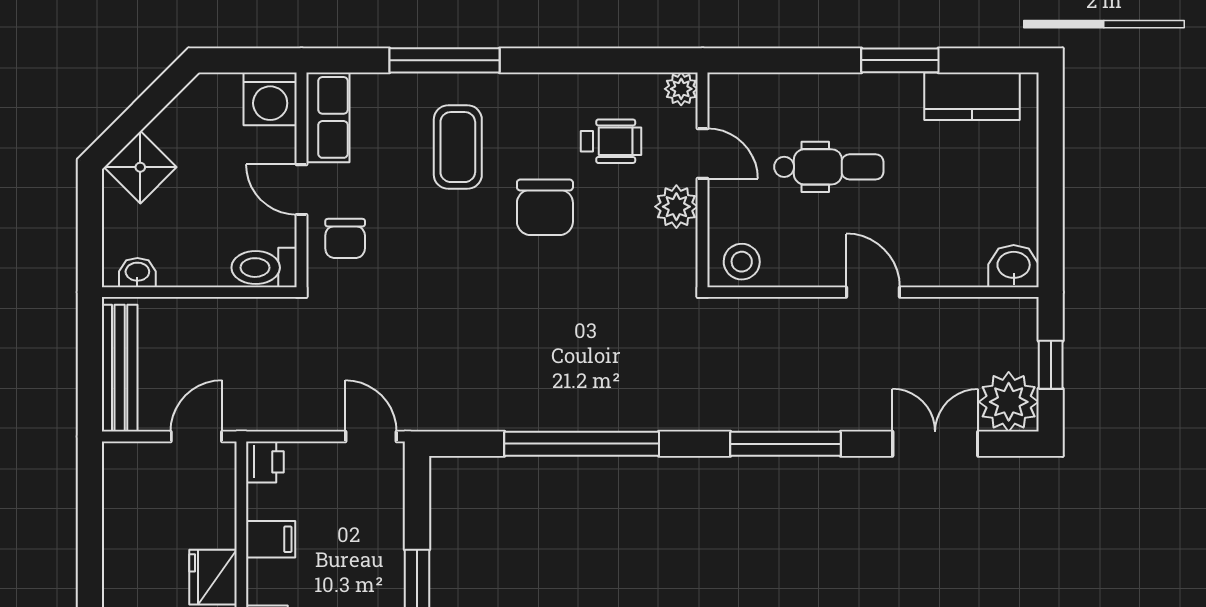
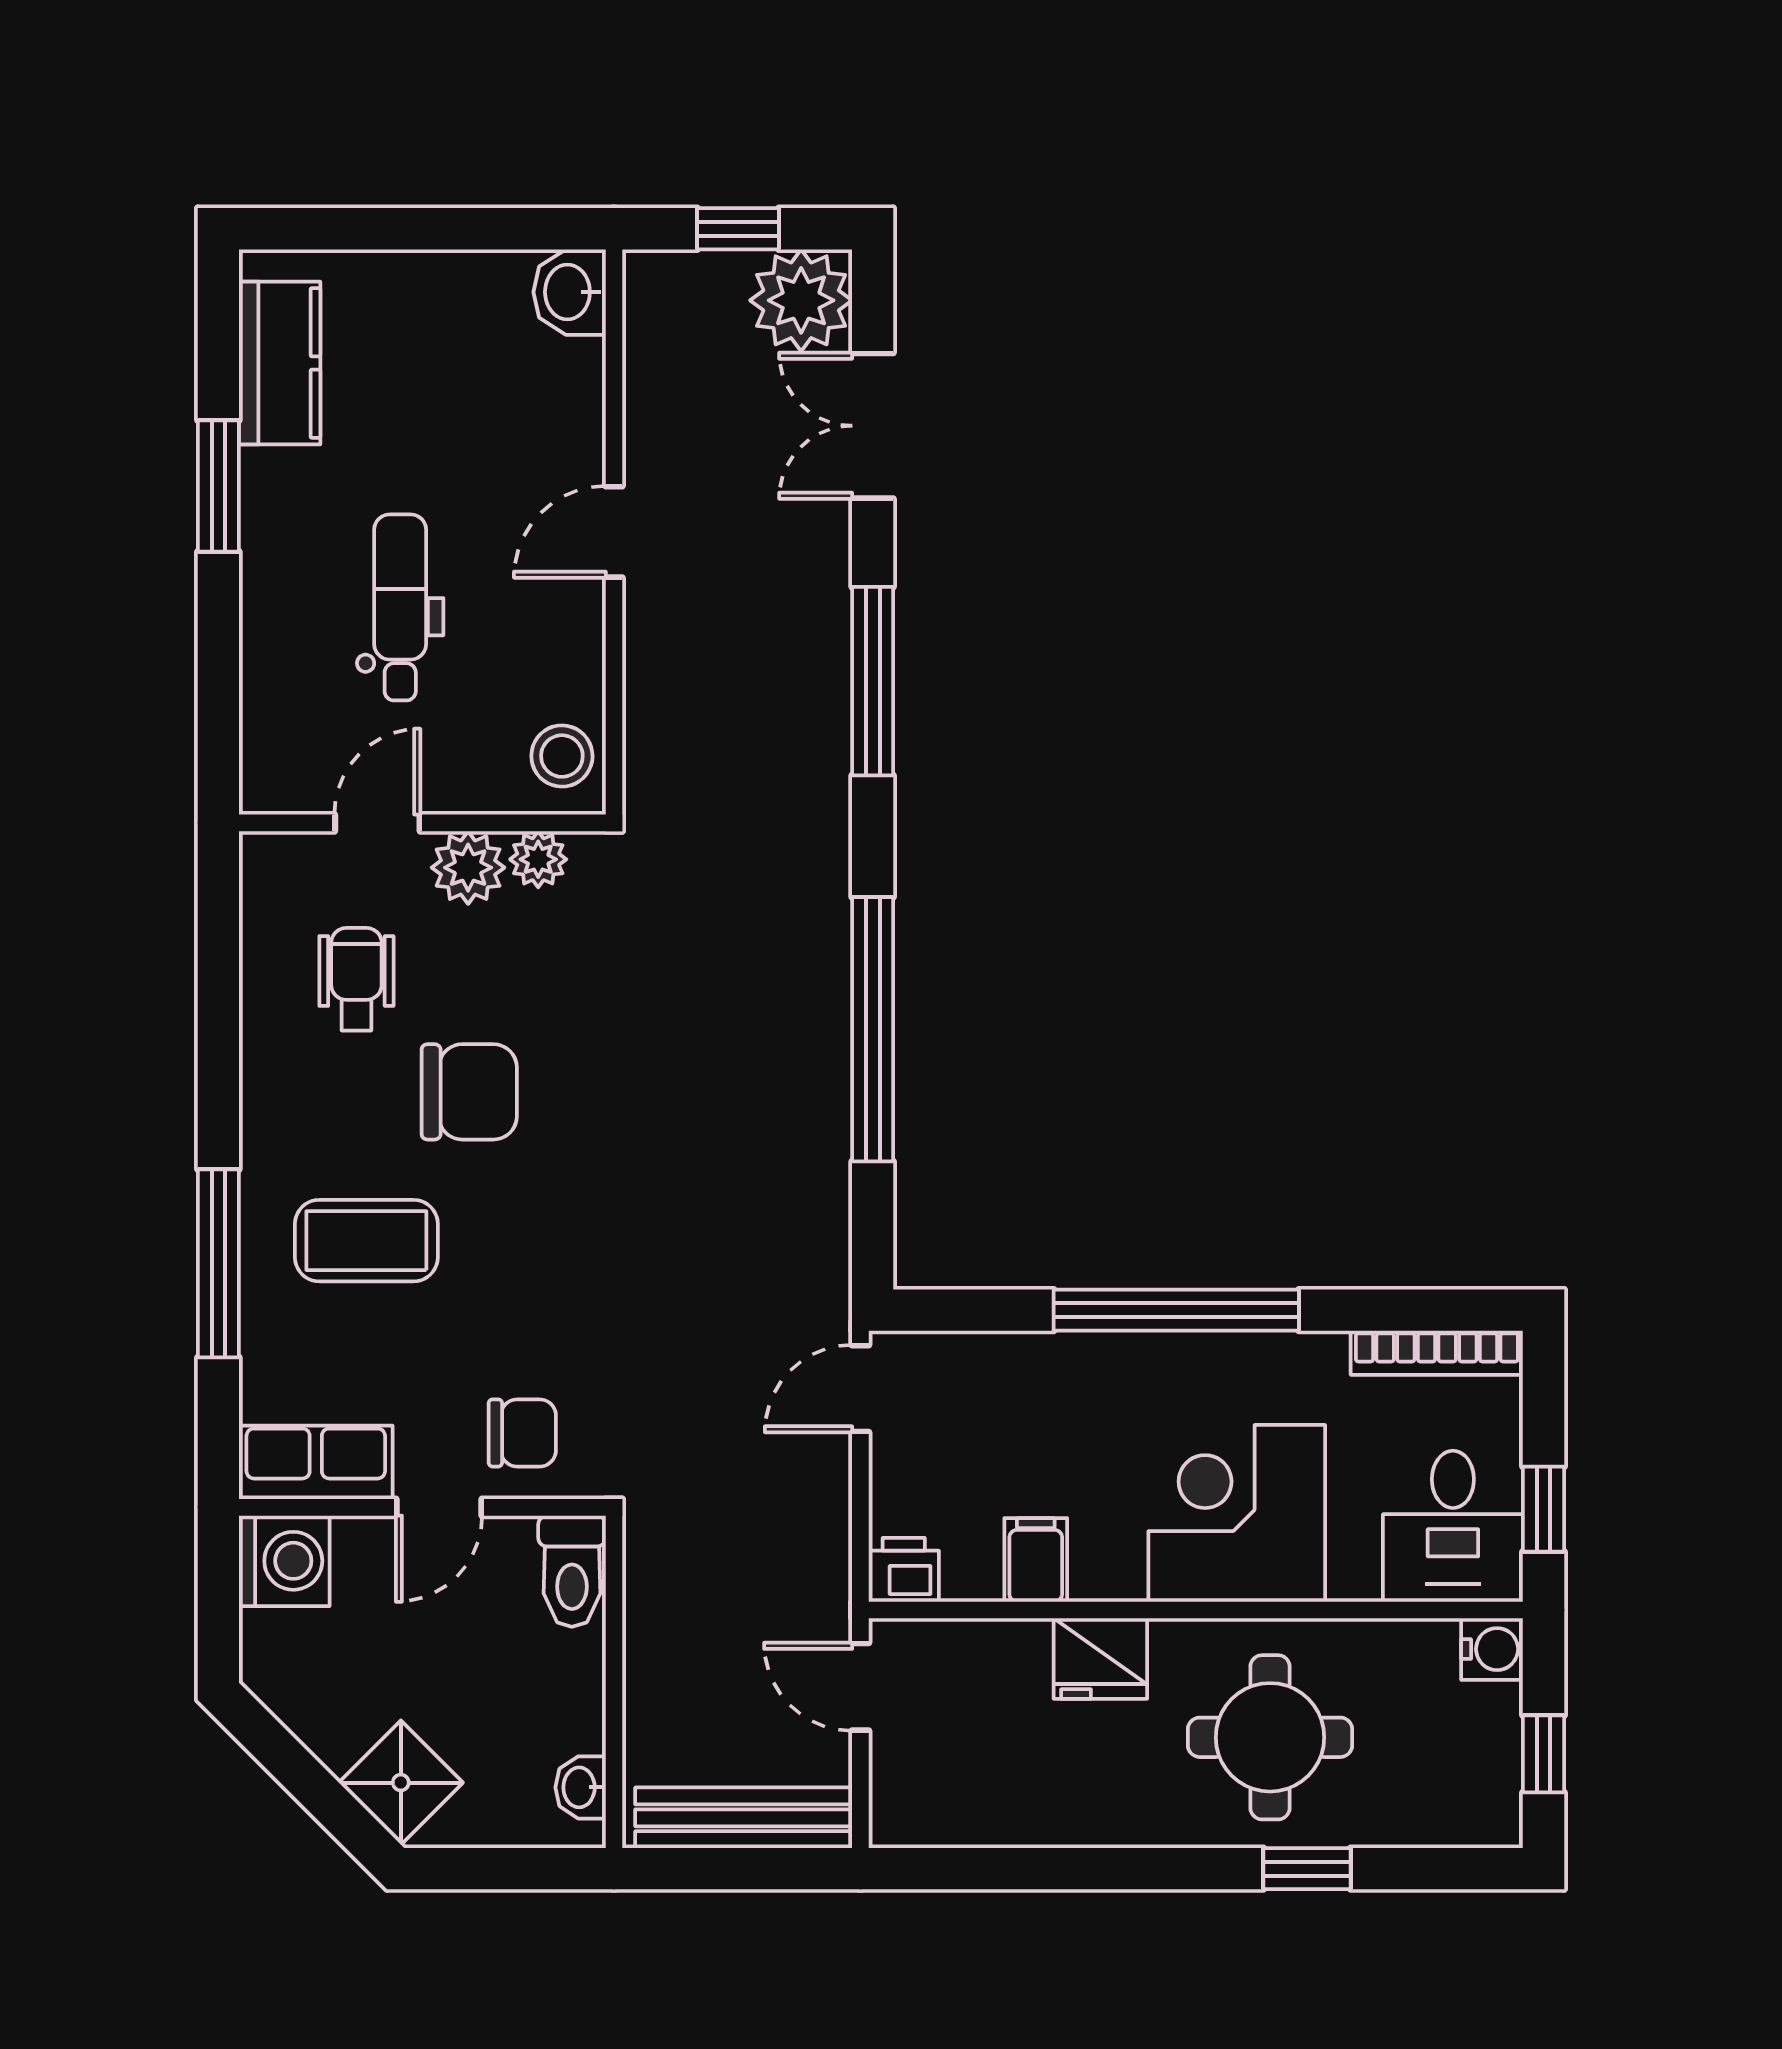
plant: (681, 89) -> (538, 859), moved

